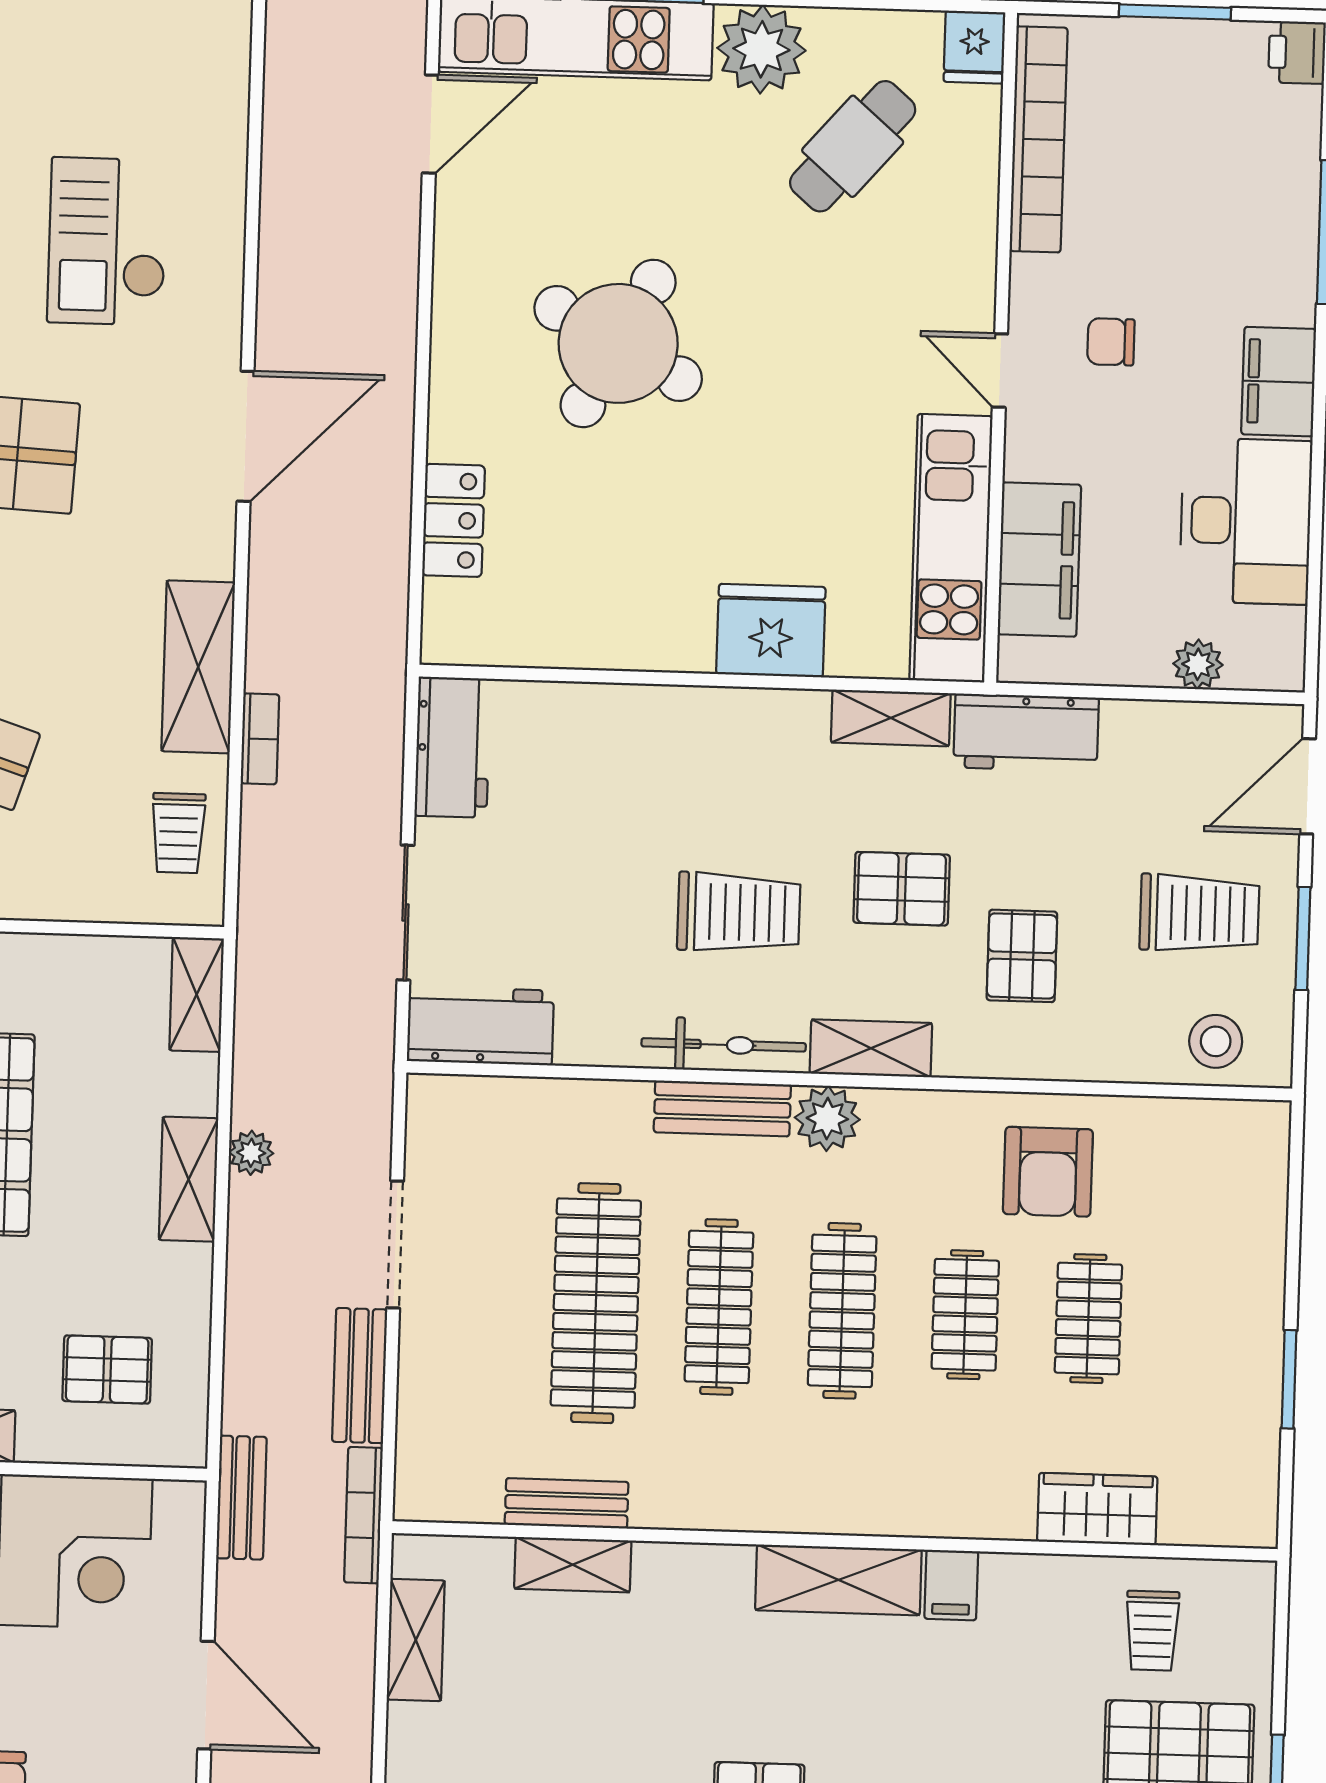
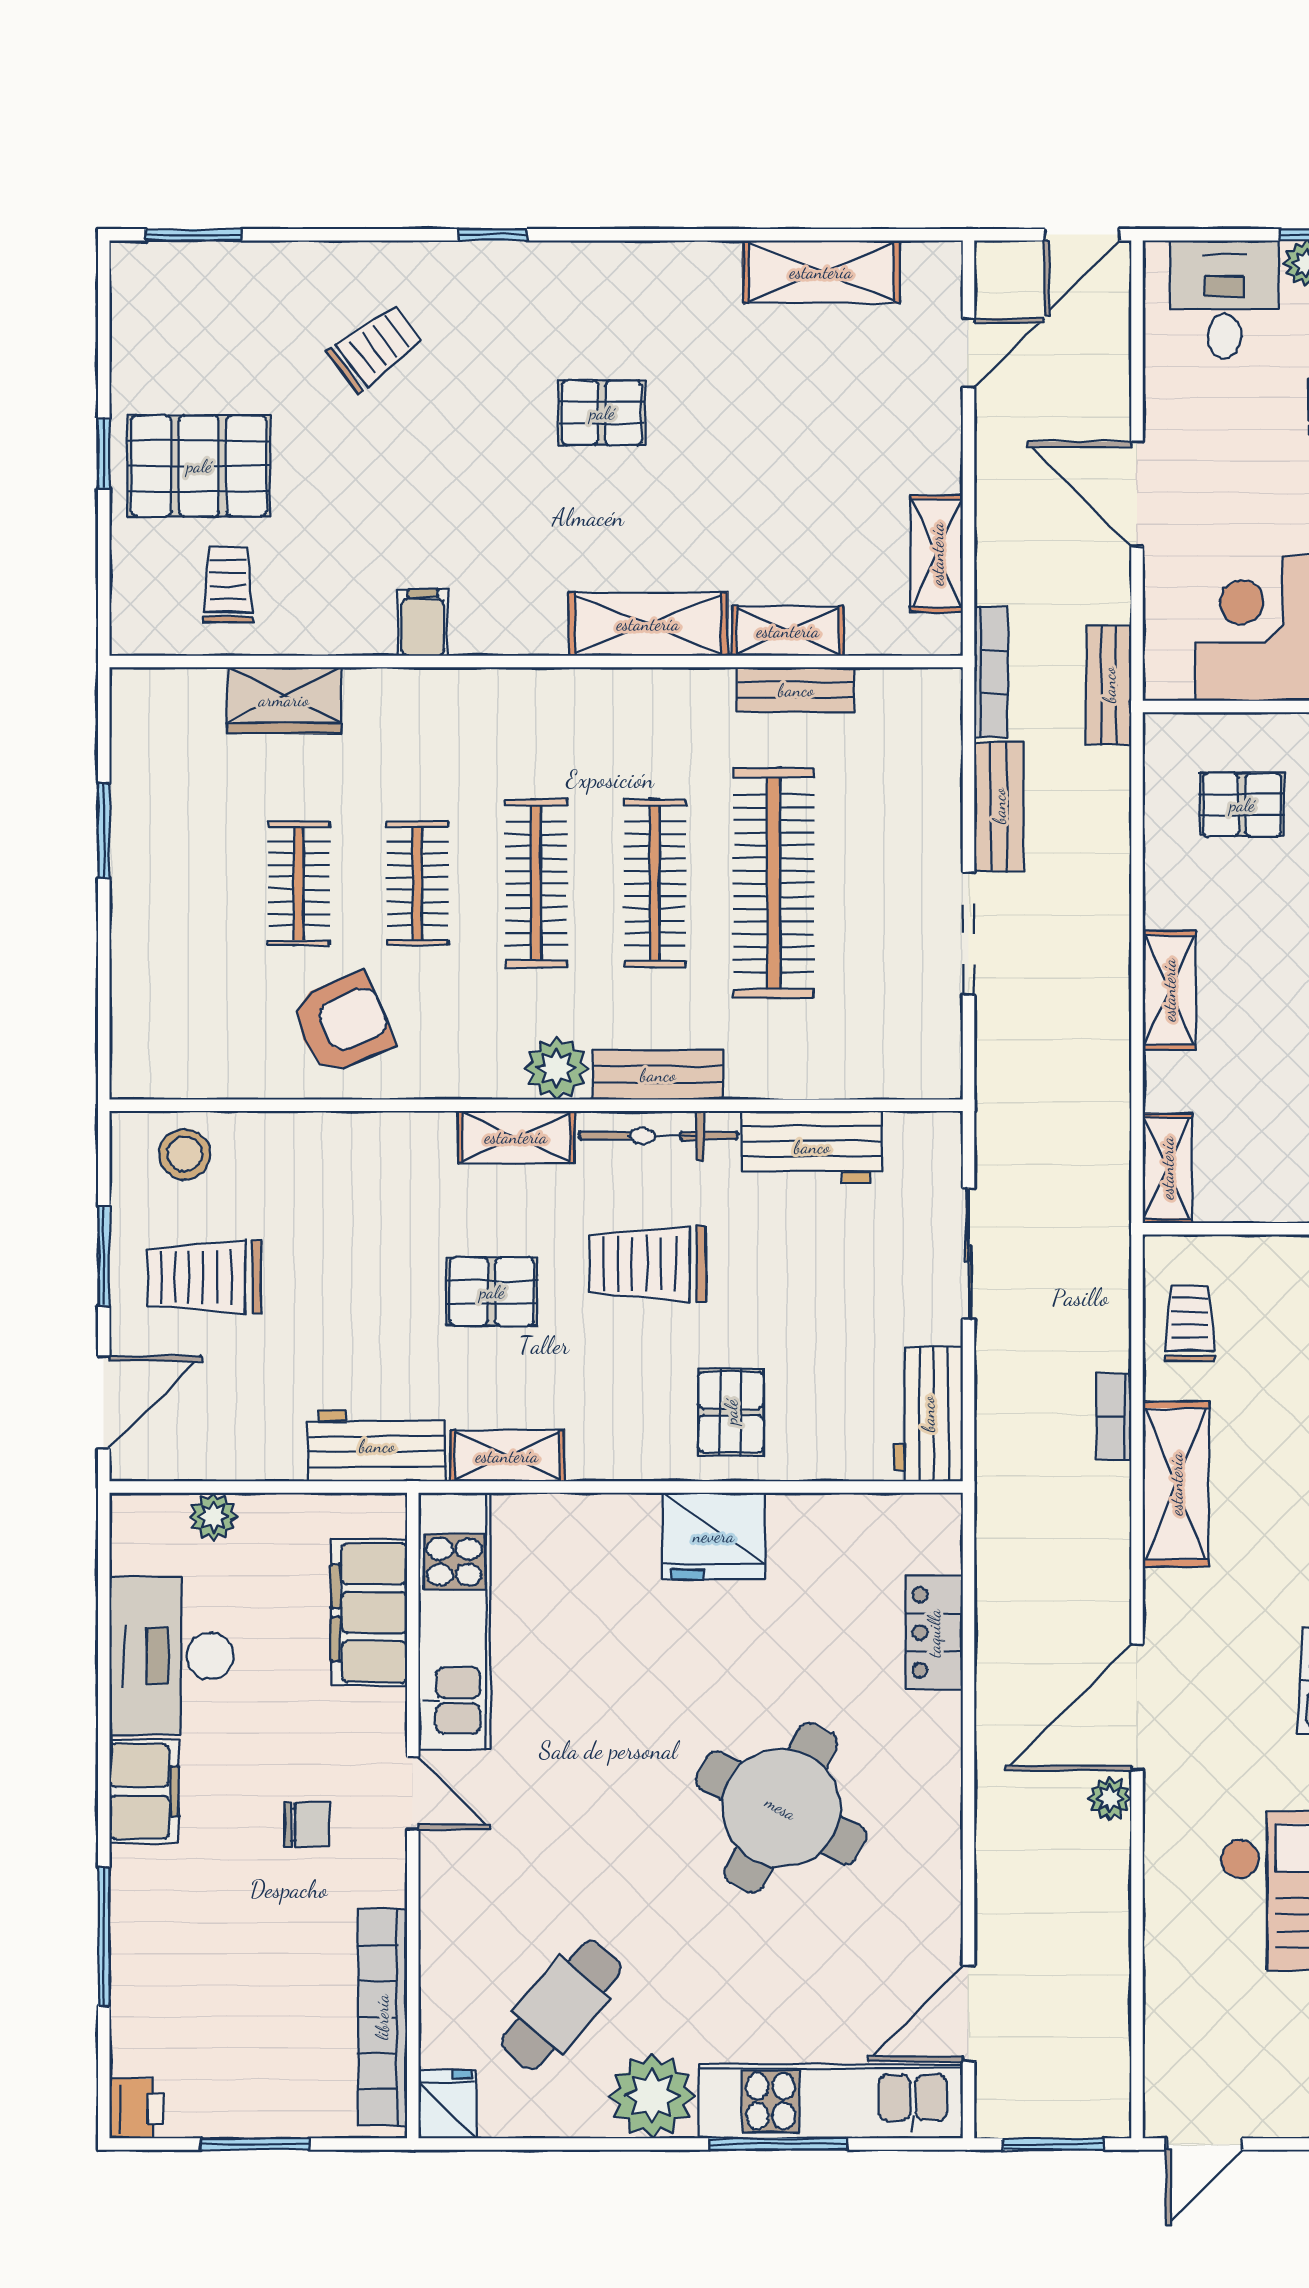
fridge: (771, 631) -> (714, 1536), moved
pallet: (1022, 956) -> (731, 1412), moved
workbench: (480, 1026) -> (812, 1147), moved
plant: (251, 1153) -> (1110, 1799), moved
armchair: (1048, 1172) -> (342, 1024), turned 67
shelving: (838, 1580) -> (648, 624), moved

